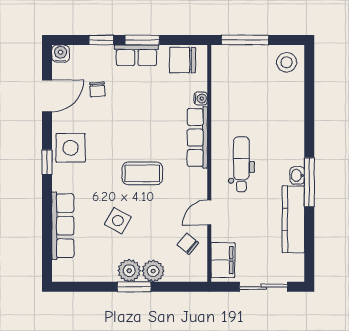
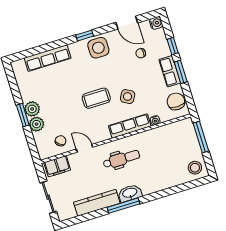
coffee table: (142, 173) -> (96, 98), turned 90
washbasin: (297, 175) -> (130, 193), width x1.91, depth x1.45
side table: (118, 221) -> (128, 97), moved

